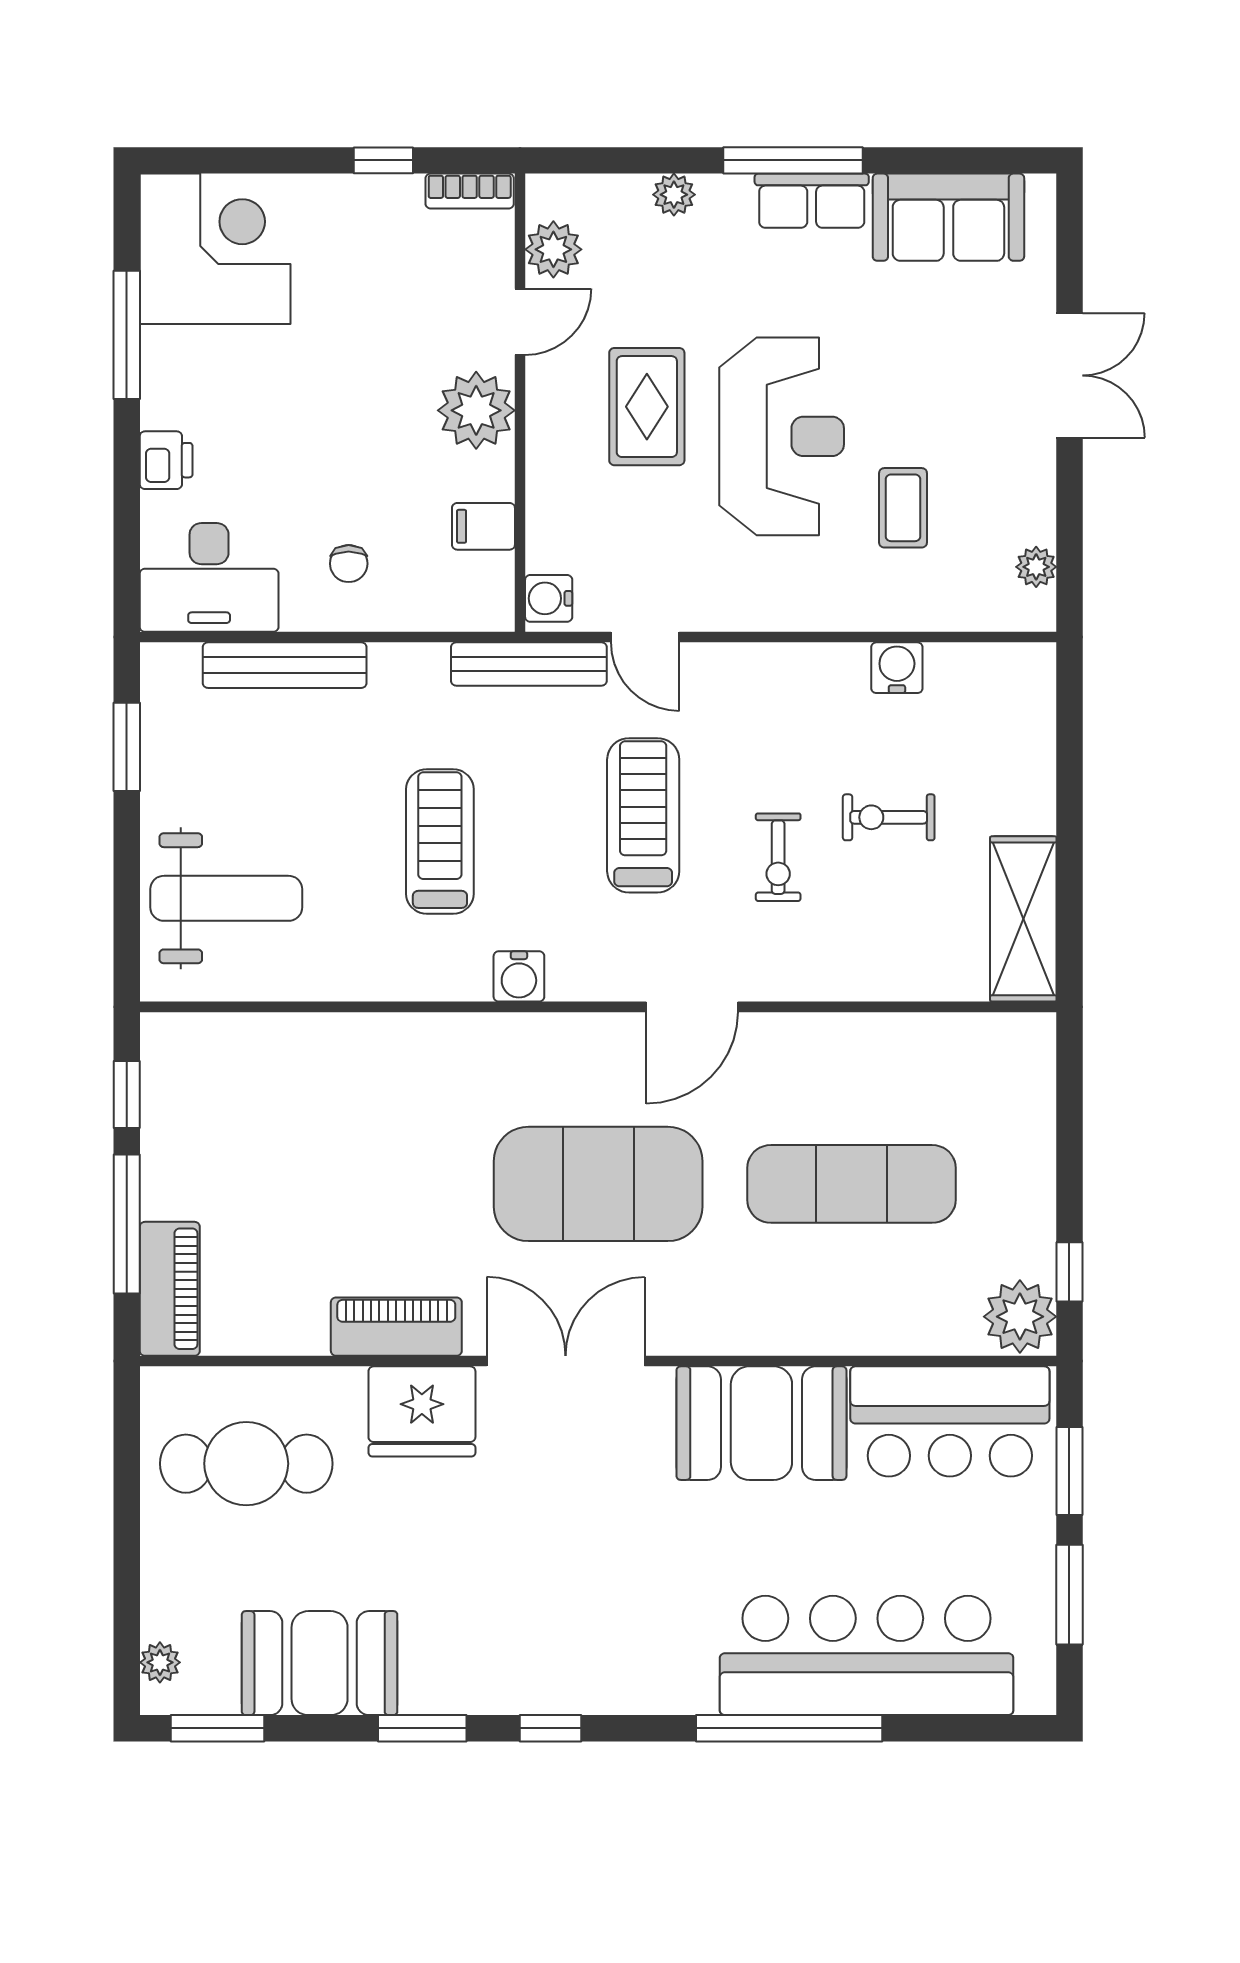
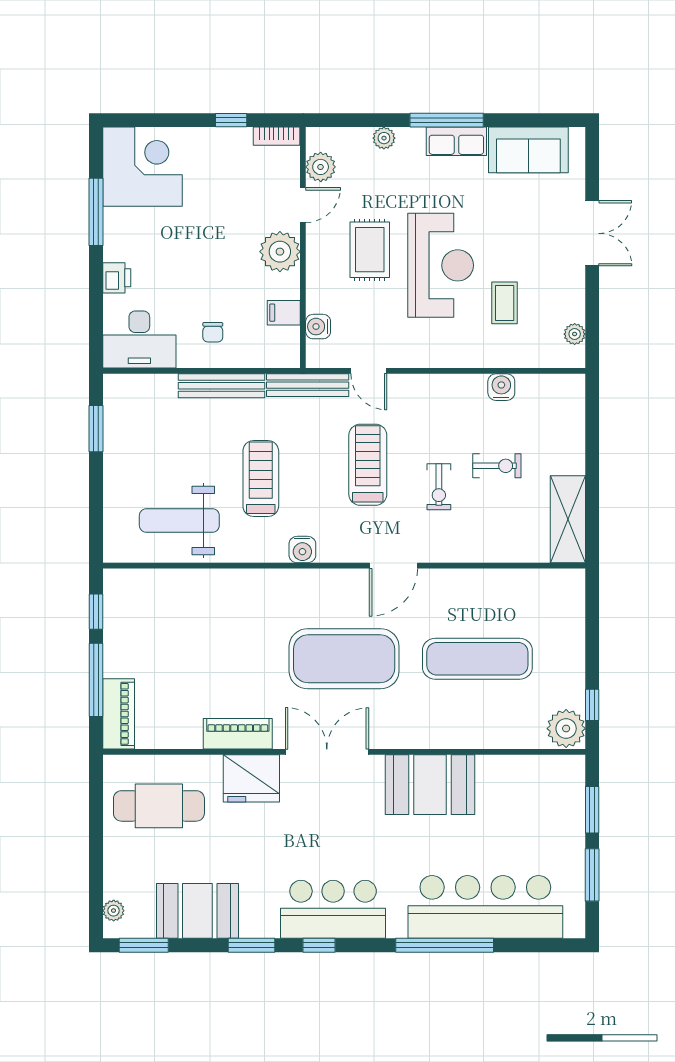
water cooler: (549, 598) -> (318, 327), moved
bench: (285, 665) -> (222, 386), moved
exercise bike: (889, 817) -> (497, 466), turned 180
weight bench: (226, 898) -> (179, 520), moved, turned 180
bar counter: (950, 1421) -> (333, 909), moved, turned 180

